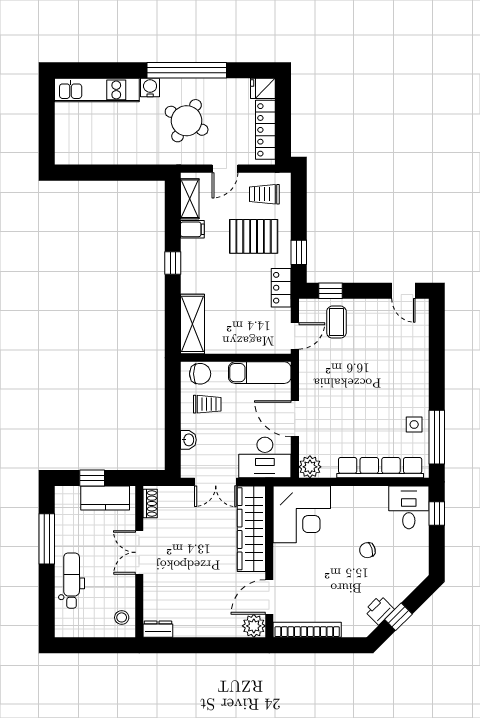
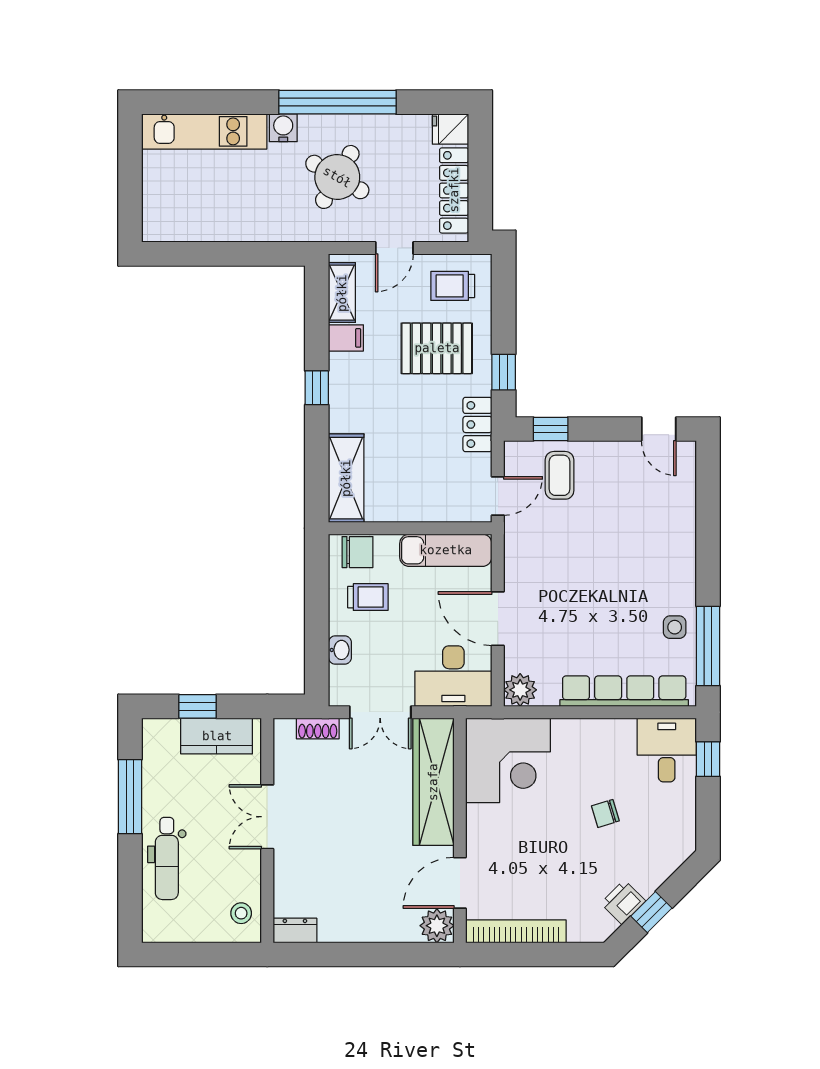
shoe rack: (150, 504) -> (318, 728), moved, turned 90
dental chair: (72, 581) -> (167, 858), turned 180

